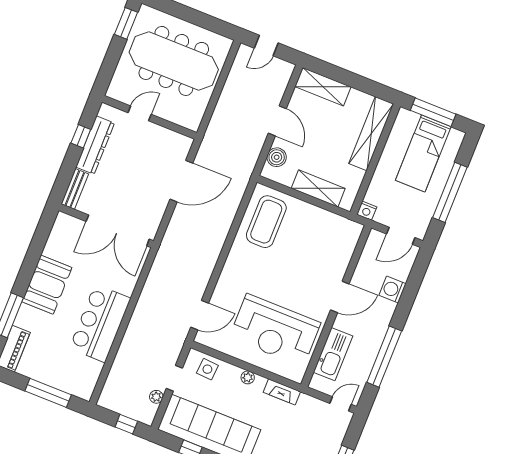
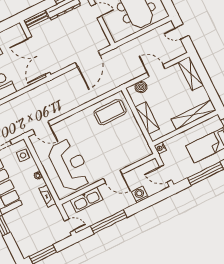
door: (277, 121) -> (156, 71), swing flipped
door: (181, 181) -> (88, 59), hinge flipped
reception desk: (275, 330) -> (70, 165), turned 180

